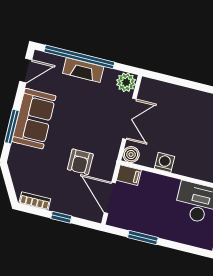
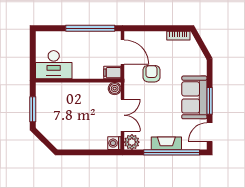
double door: (129, 119) -> (123, 115), swing flipped
window: (12, 127) -> (210, 101), moved
washing machine: (164, 162) -> (114, 143), moved, turned 90
window: (61, 217) -> (155, 28), removed
window: (143, 237) -> (90, 28), width x2.11

